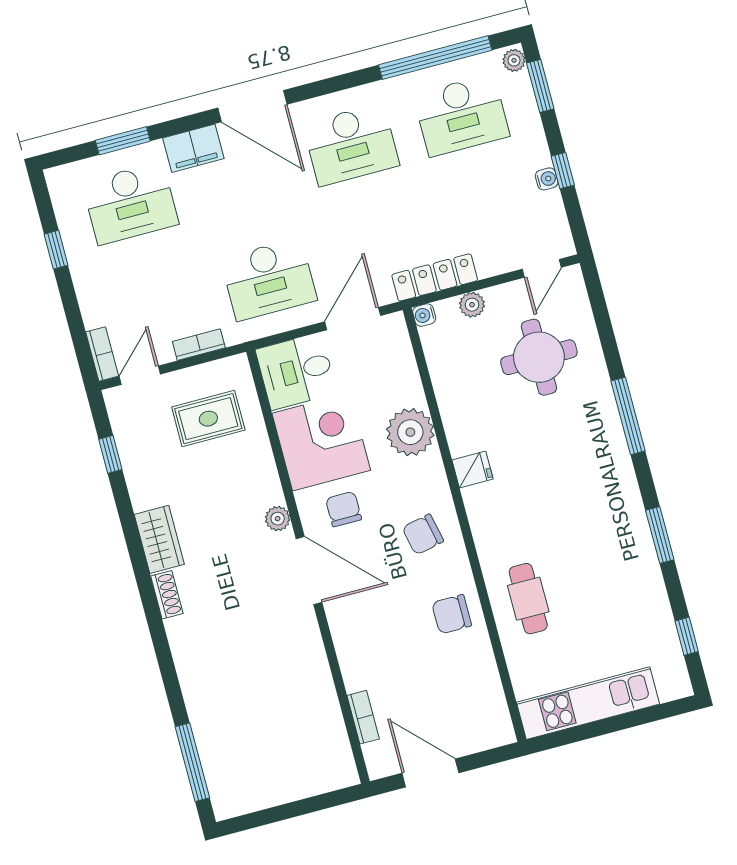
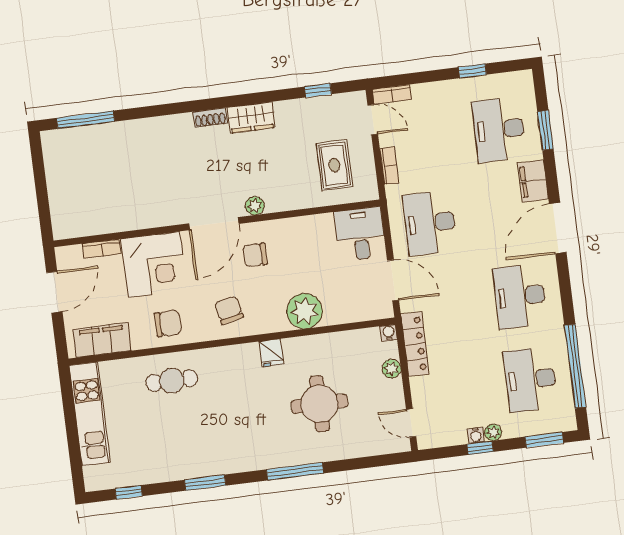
plant: (514, 60) -> (493, 432), moved
round table: (539, 357) -> (319, 404), moved
corner desk: (321, 442) -> (154, 264), moved
chair: (344, 509) -> (255, 255), turned 180
chair: (452, 614) -> (168, 323), turned 90
filing cabinet: (486, 700) -> (102, 340), added

